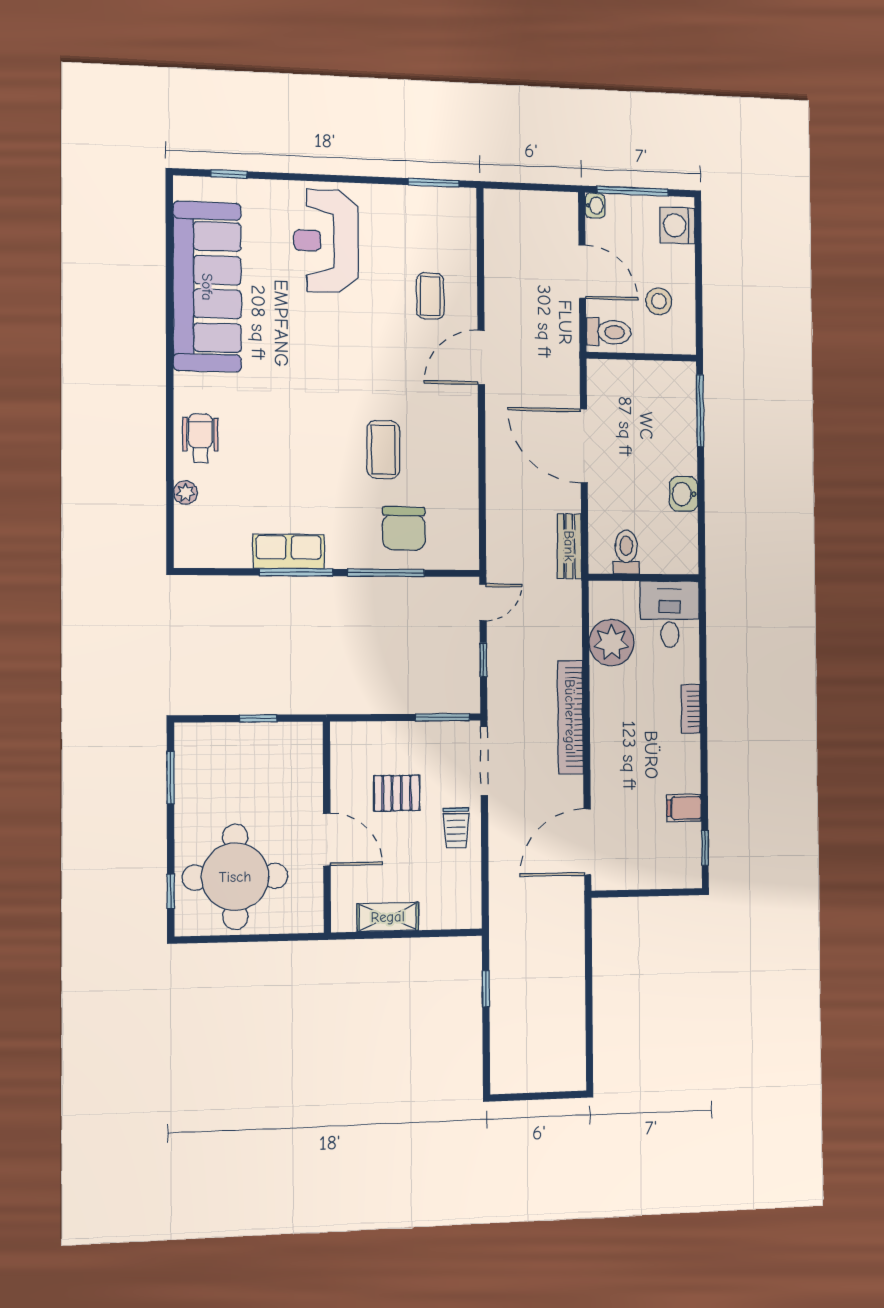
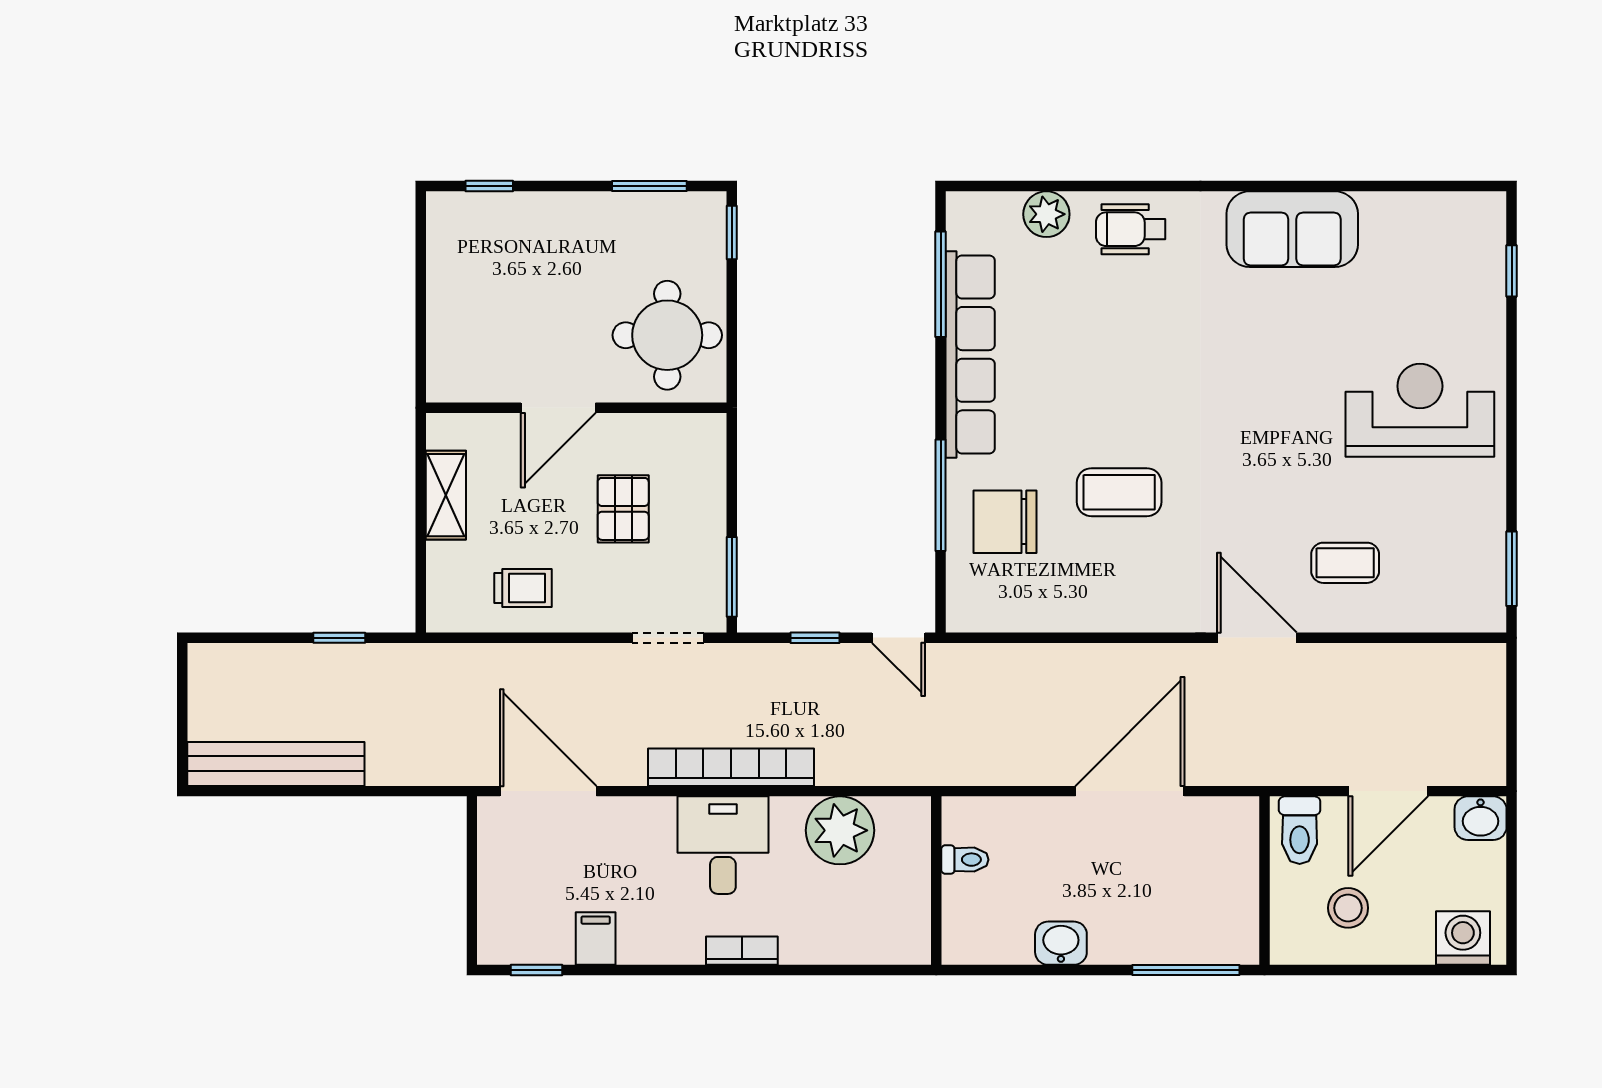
window: (633, 191) -> (1512, 870), removed
washbasin: (595, 206) -> (1481, 818), width x1.38, depth x1.45
sofa: (207, 287) -> (1292, 229), width x0.54, depth x0.79
wheelchair: (200, 438) -> (1131, 229), turned 180
plant: (185, 493) -> (1046, 214), width x1.38, depth x1.38
bench: (569, 546) -> (276, 764), moved, width x1.86, depth x1.21
row of seats: (289, 552) -> (970, 354), width x2.02
toilet: (626, 552) -> (965, 860), width x0.73, depth x0.72
window: (296, 572) -> (941, 284), moved
desk: (670, 614) -> (723, 845), moved, turned -90
window: (258, 718) -> (732, 233), moved
doorway: (484, 761) -> (668, 638), width x0.73
trolley: (456, 828) -> (523, 588), moved, turned 180
round table: (235, 877) -> (667, 335), moved, width x0.73, depth x0.73

